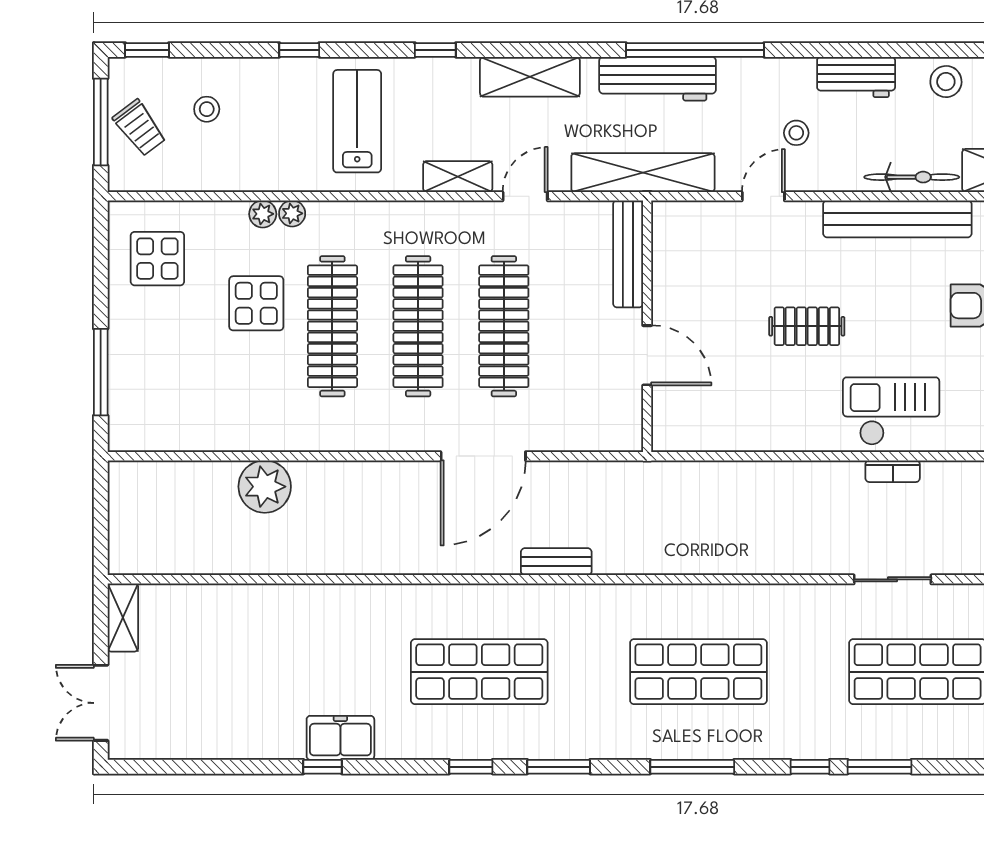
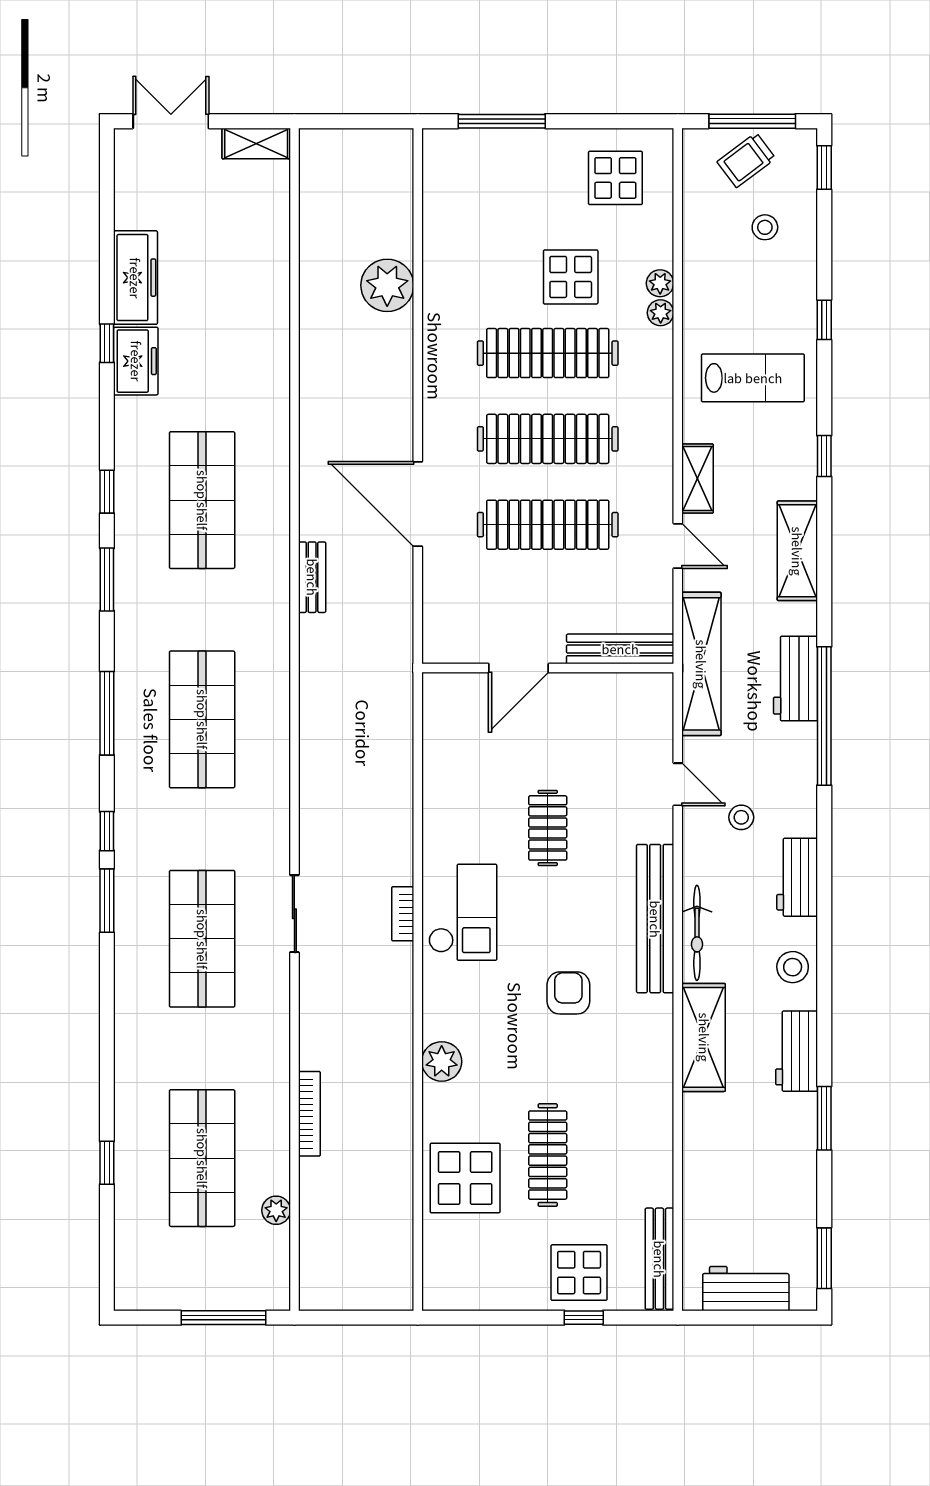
workbench: (658, 79) -> (795, 678), width x0.73
freezer: (257, 738) -> (135, 278), added

